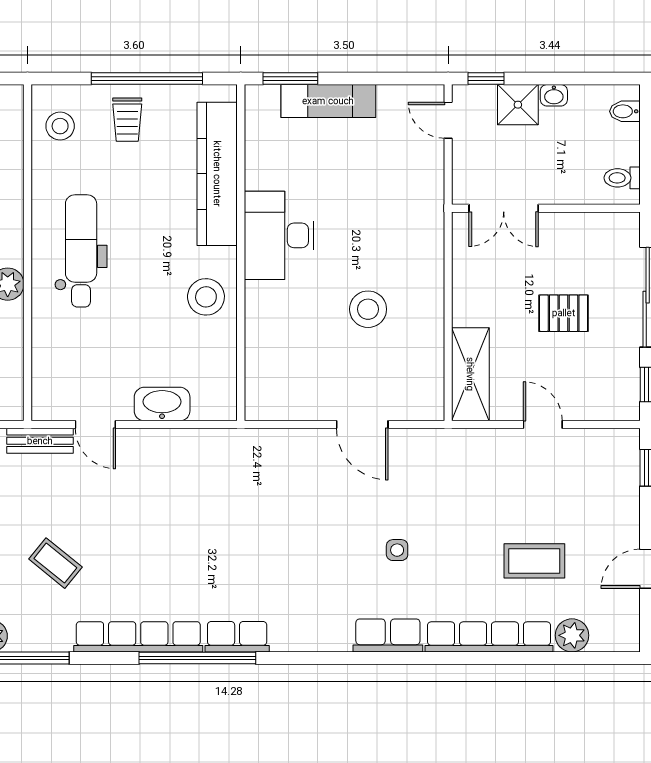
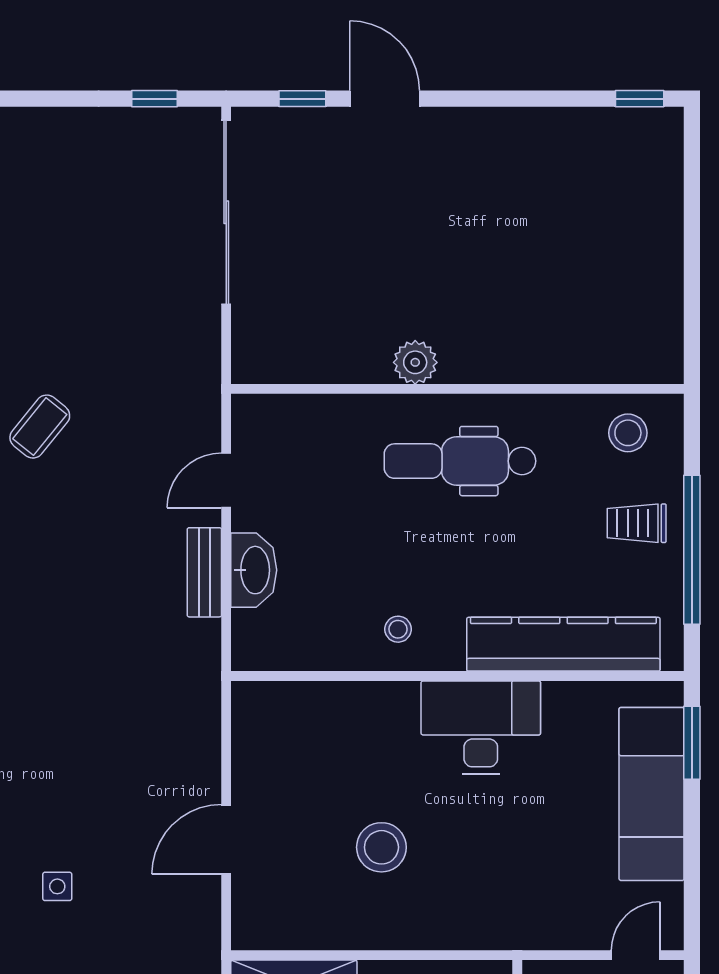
exam couch: (328, 101) -> (652, 794), width x1.36, depth x1.45
dental chair: (81, 251) -> (460, 461), turned 180
stool: (206, 297) -> (398, 629), width x0.53, depth x0.53
bench: (40, 441) -> (204, 572), moved

